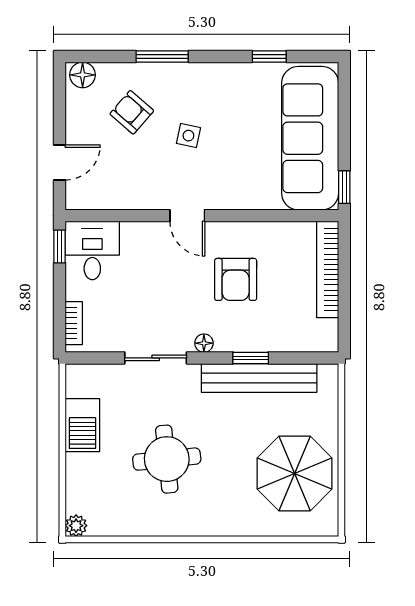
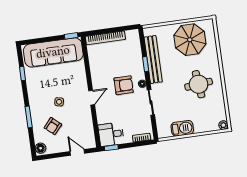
armchair: (236, 279) -> (124, 85), moved
round table: (167, 459) -> (199, 84), moved

